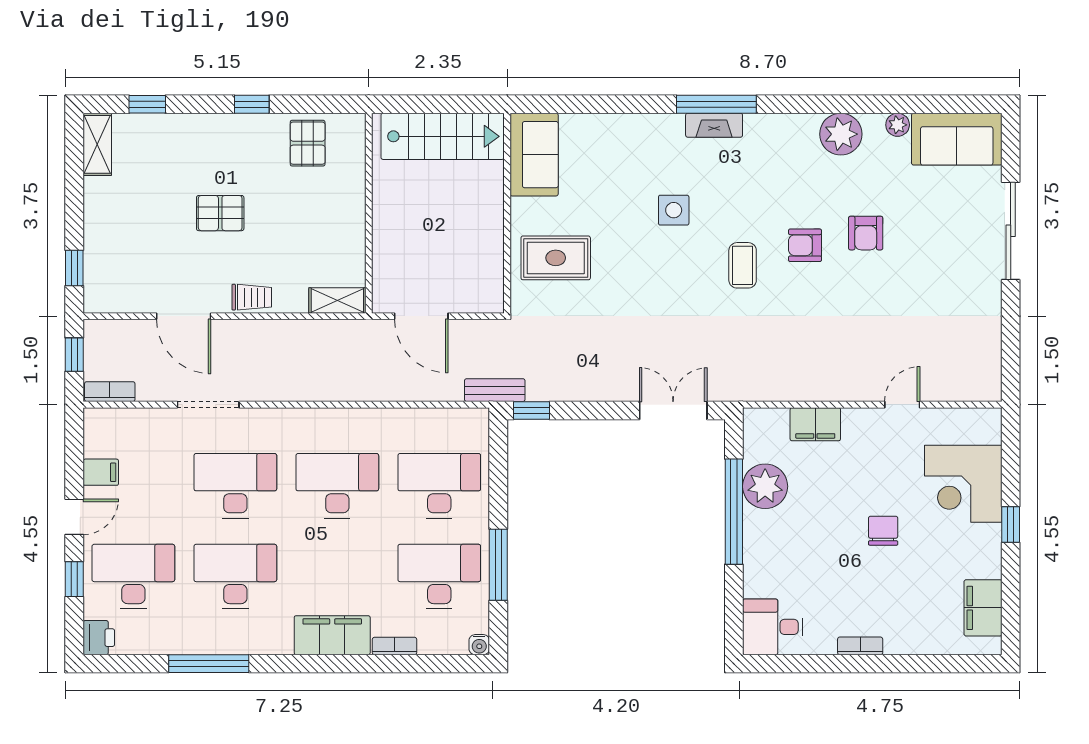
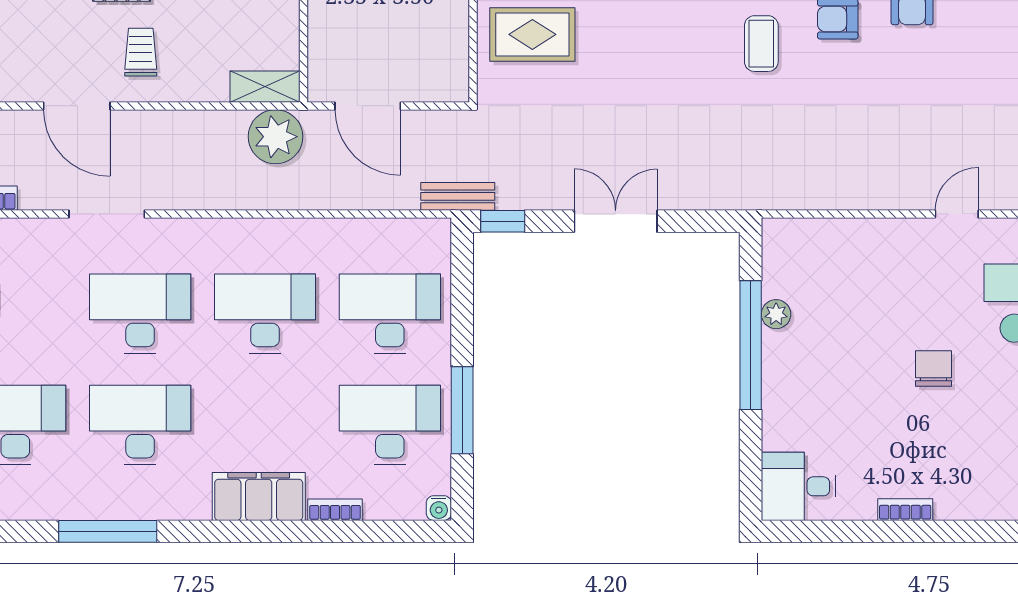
trolley: (252, 297) -> (141, 52), moved, turned -90
plant: (346, 341) -> (276, 137), added
double door: (673, 410) -> (616, 221), moved
filing cabinet: (815, 424) -> (850, 238), removed
plant: (765, 486) -> (776, 314), width x0.53, depth x0.53

